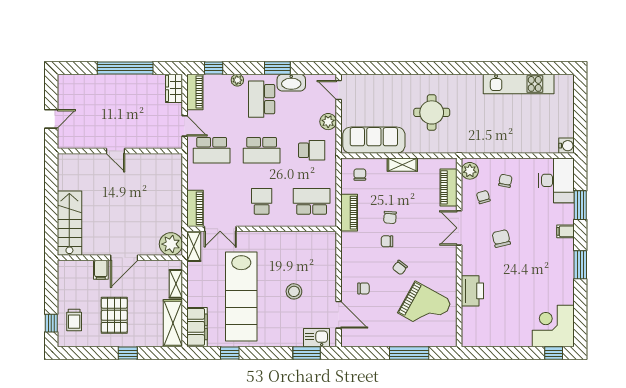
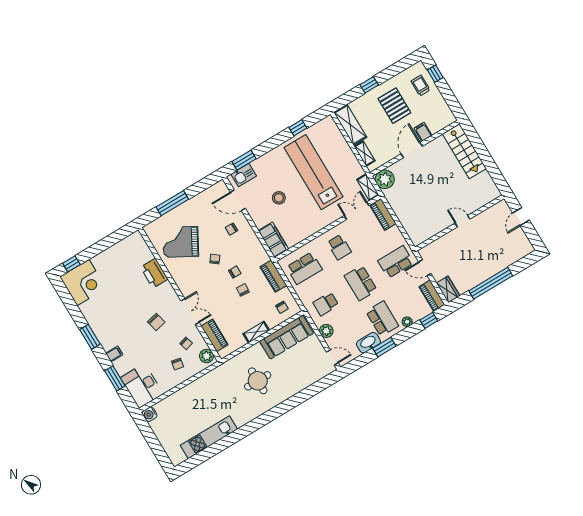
school desk: (262, 150) -> (361, 283), turned -90
filing cabinet: (197, 327) -> (273, 240), moved, turned 180

